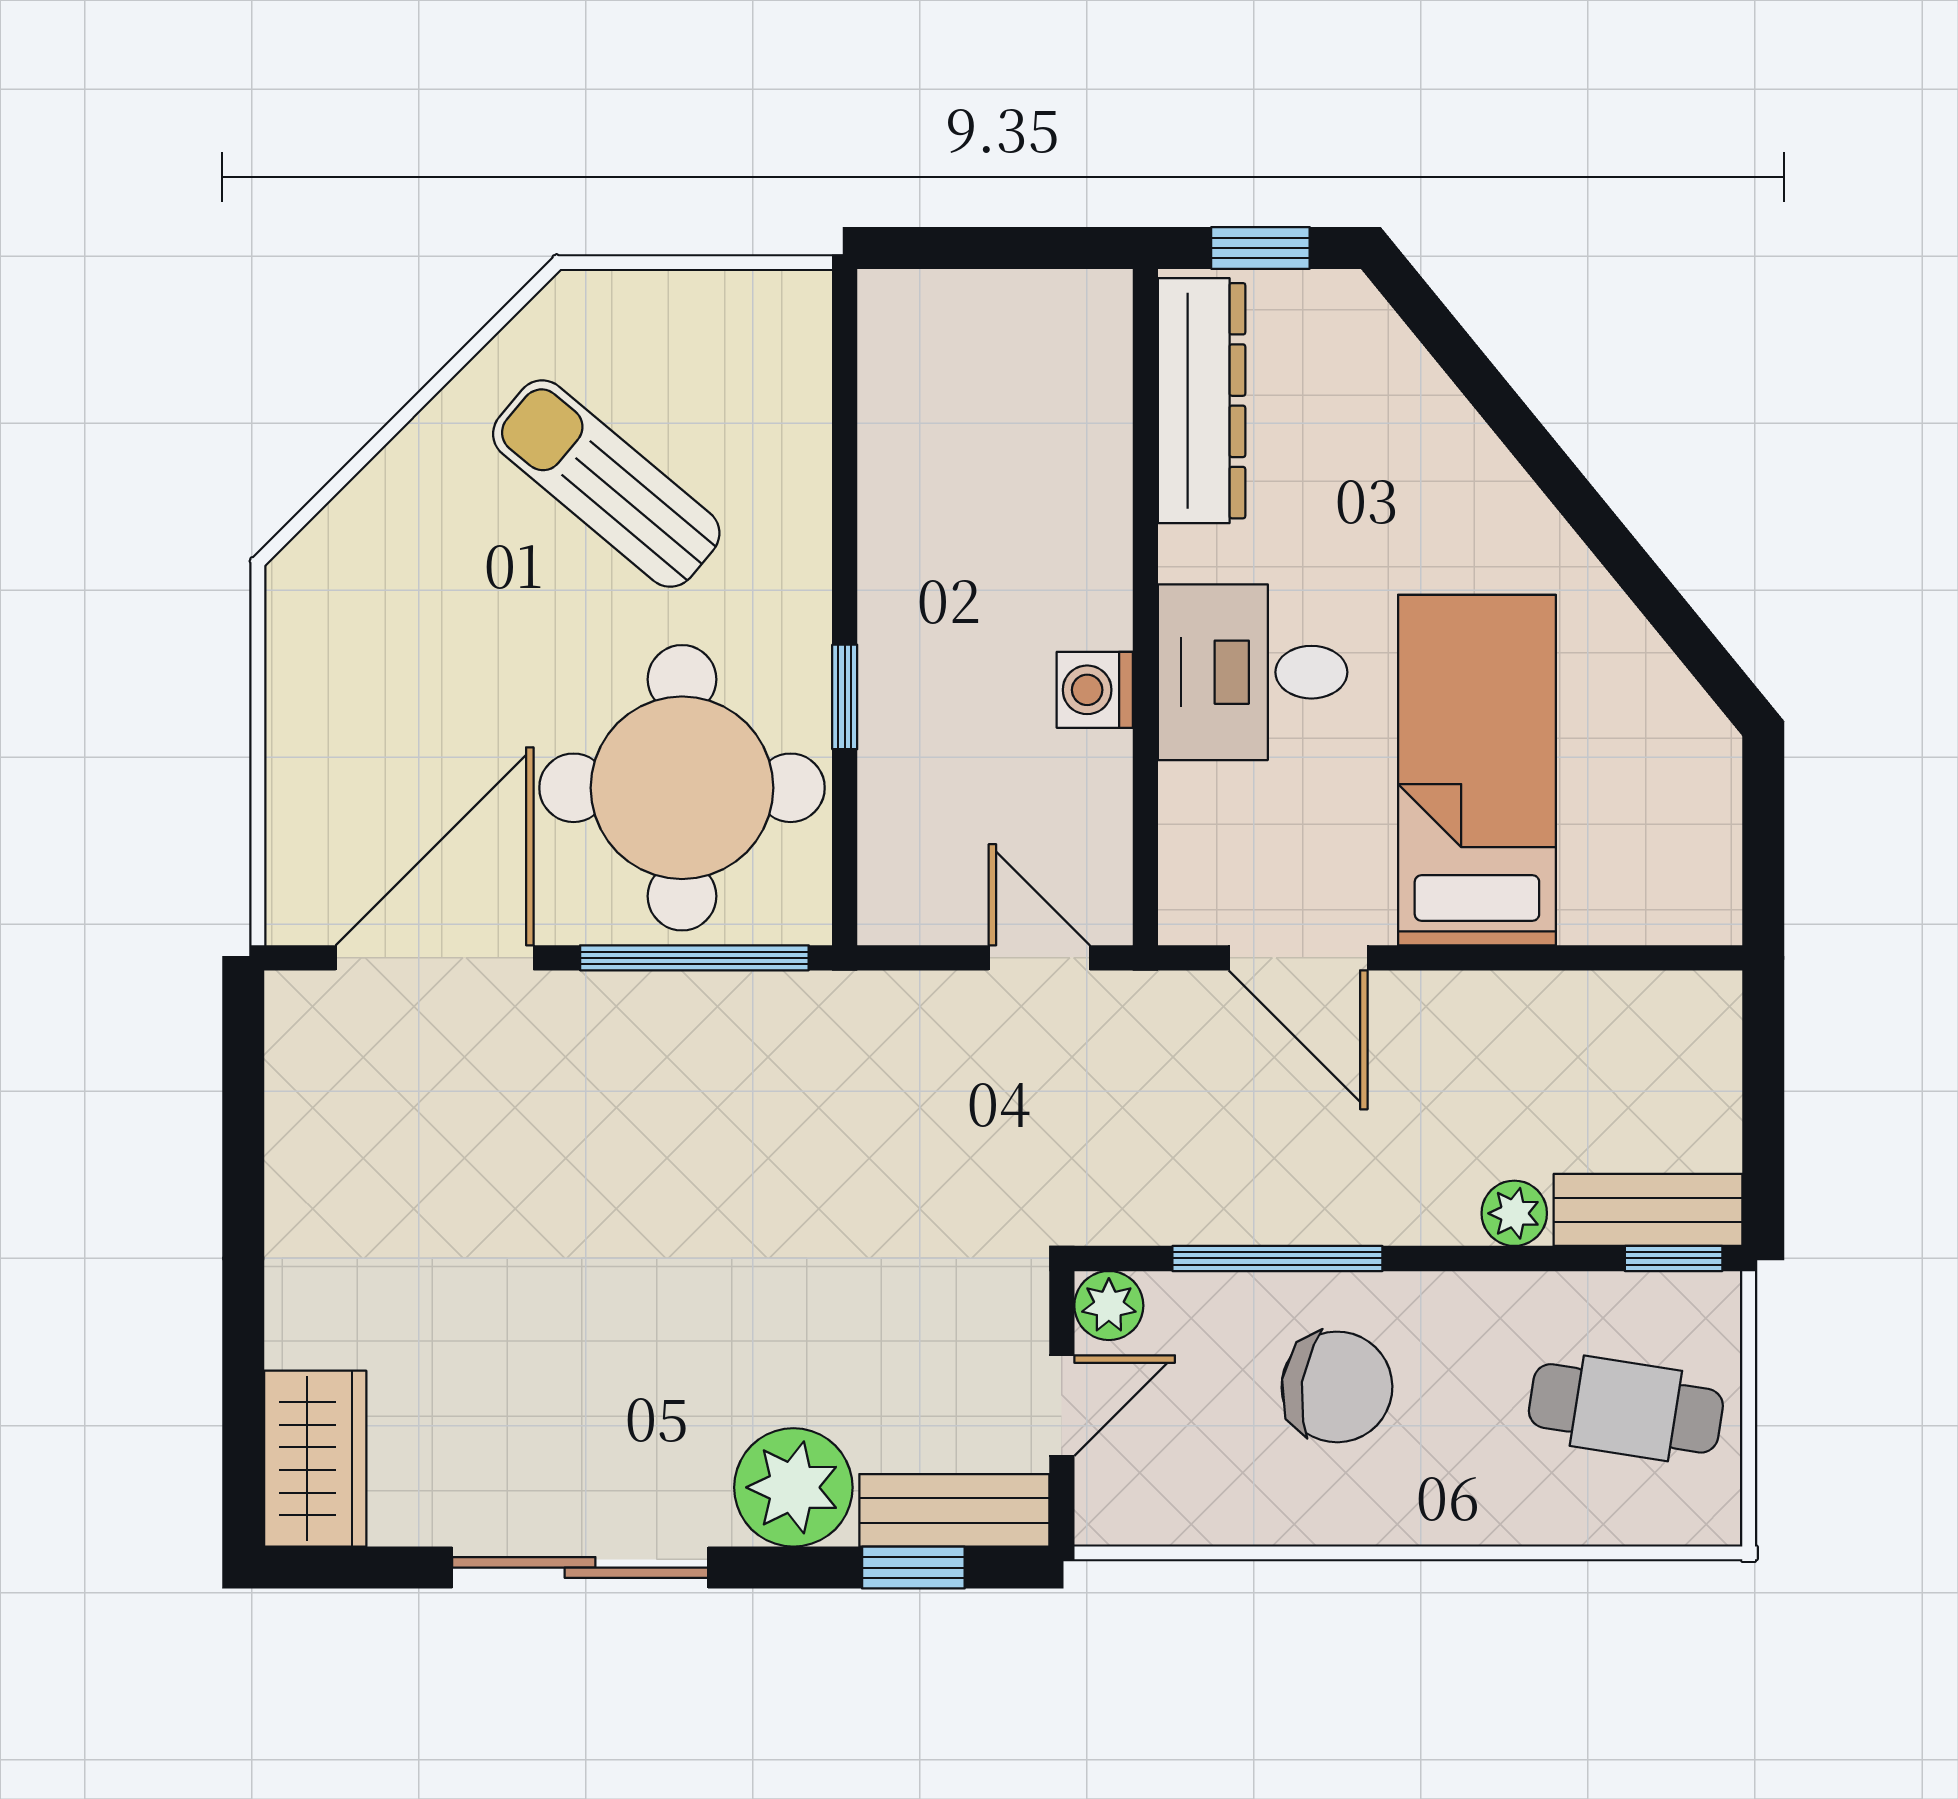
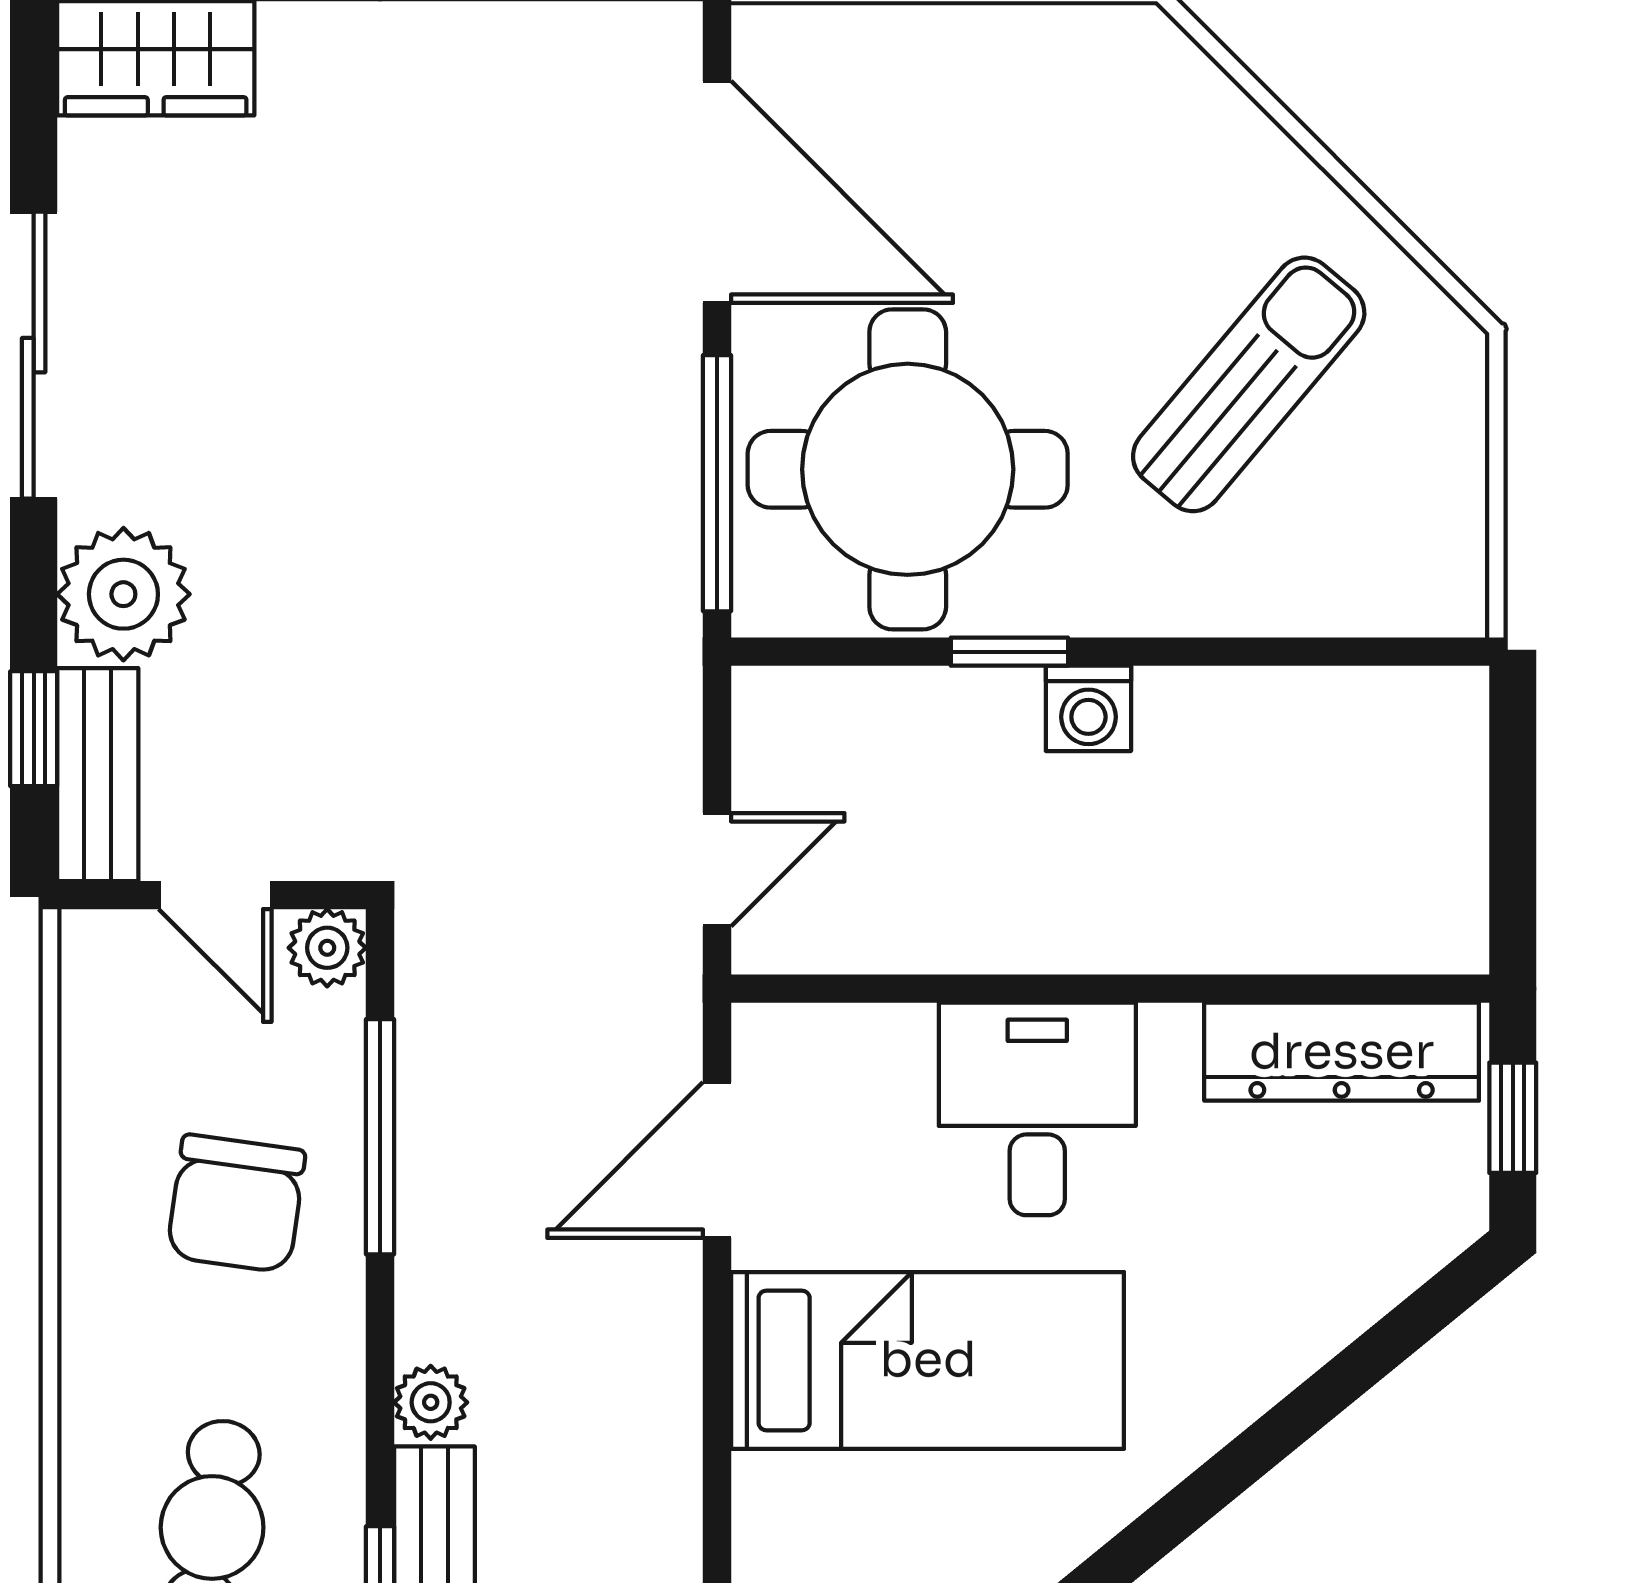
washing machine: (1095, 690) -> (1088, 708), moved, turned 180

